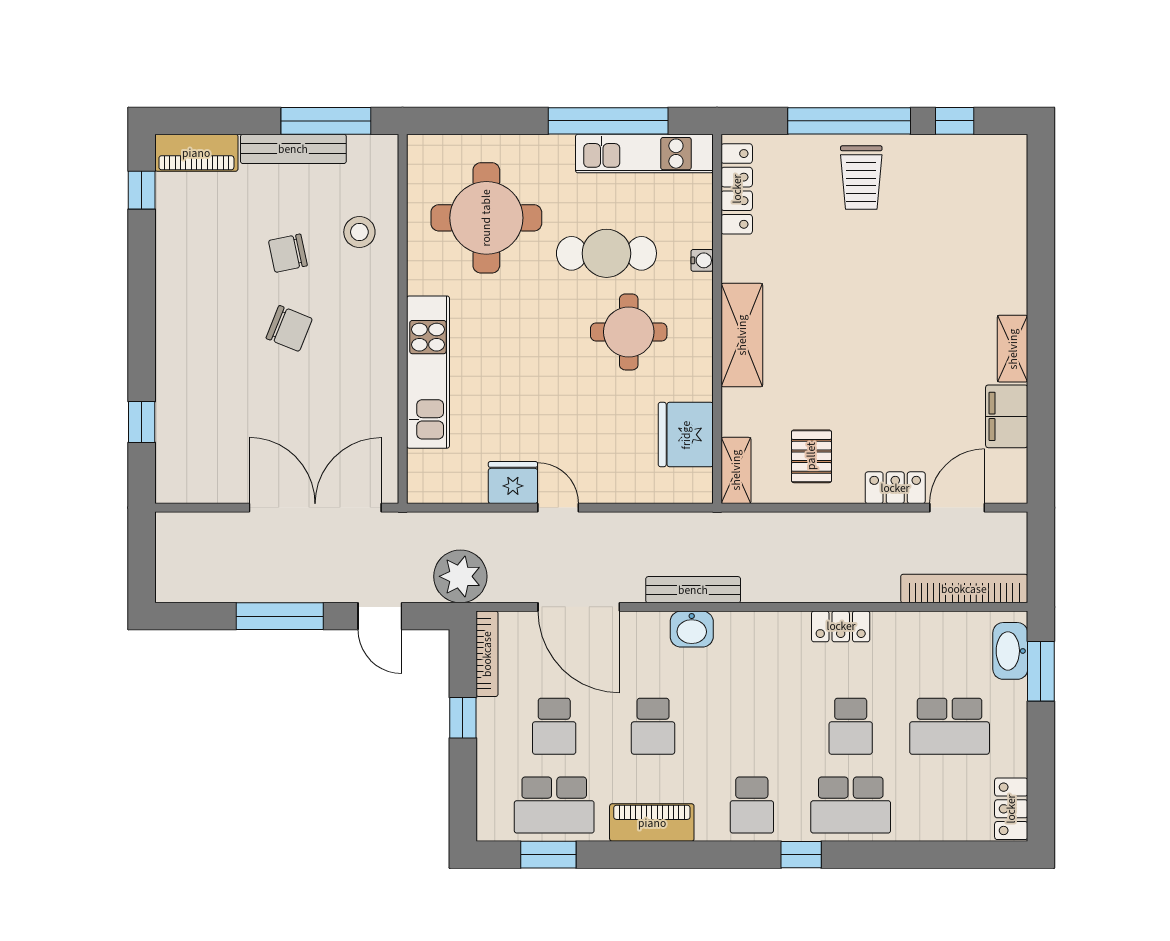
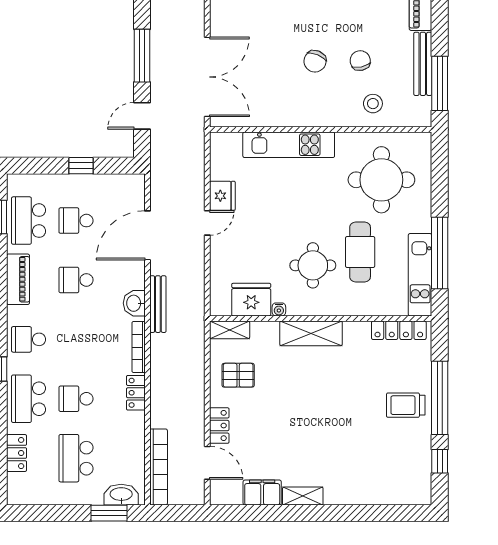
water cooler: (702, 260) -> (279, 309), moved
plant: (460, 576) -> (166, 164), removed
bookcase: (487, 654) -> (139, 347), moved, turned 90
locker: (1011, 809) -> (17, 453), moved, turned 90

